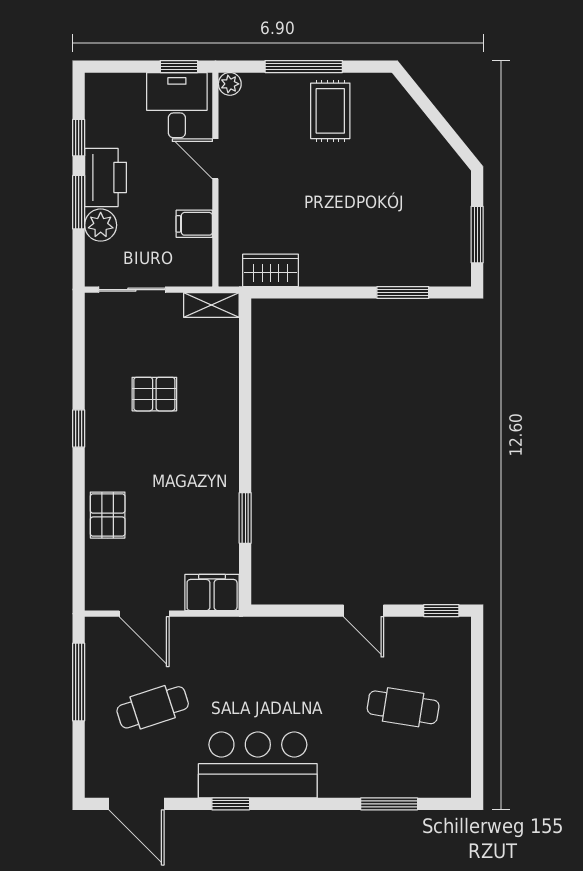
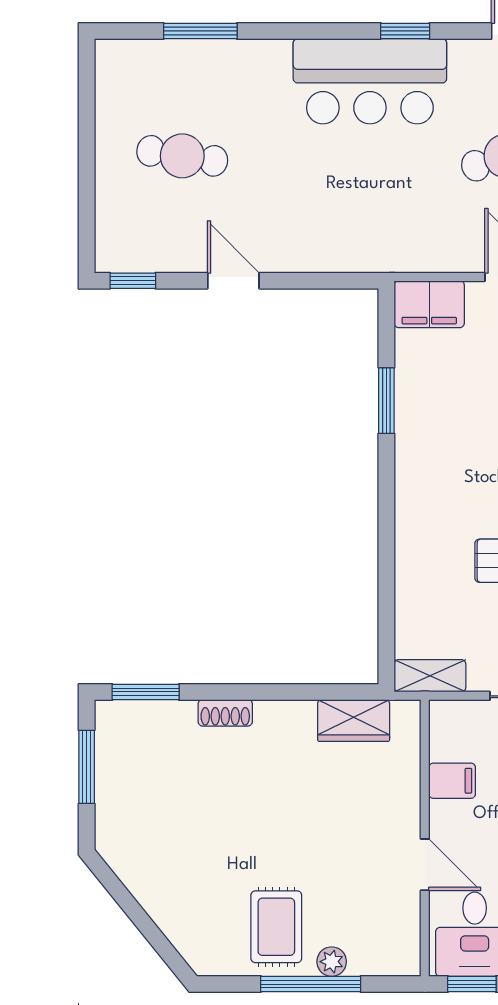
plant: (230, 84) -> (332, 962), moved
shoe rack: (370, 276) -> (225, 713), added
window: (403, 293) -> (146, 692), moved

